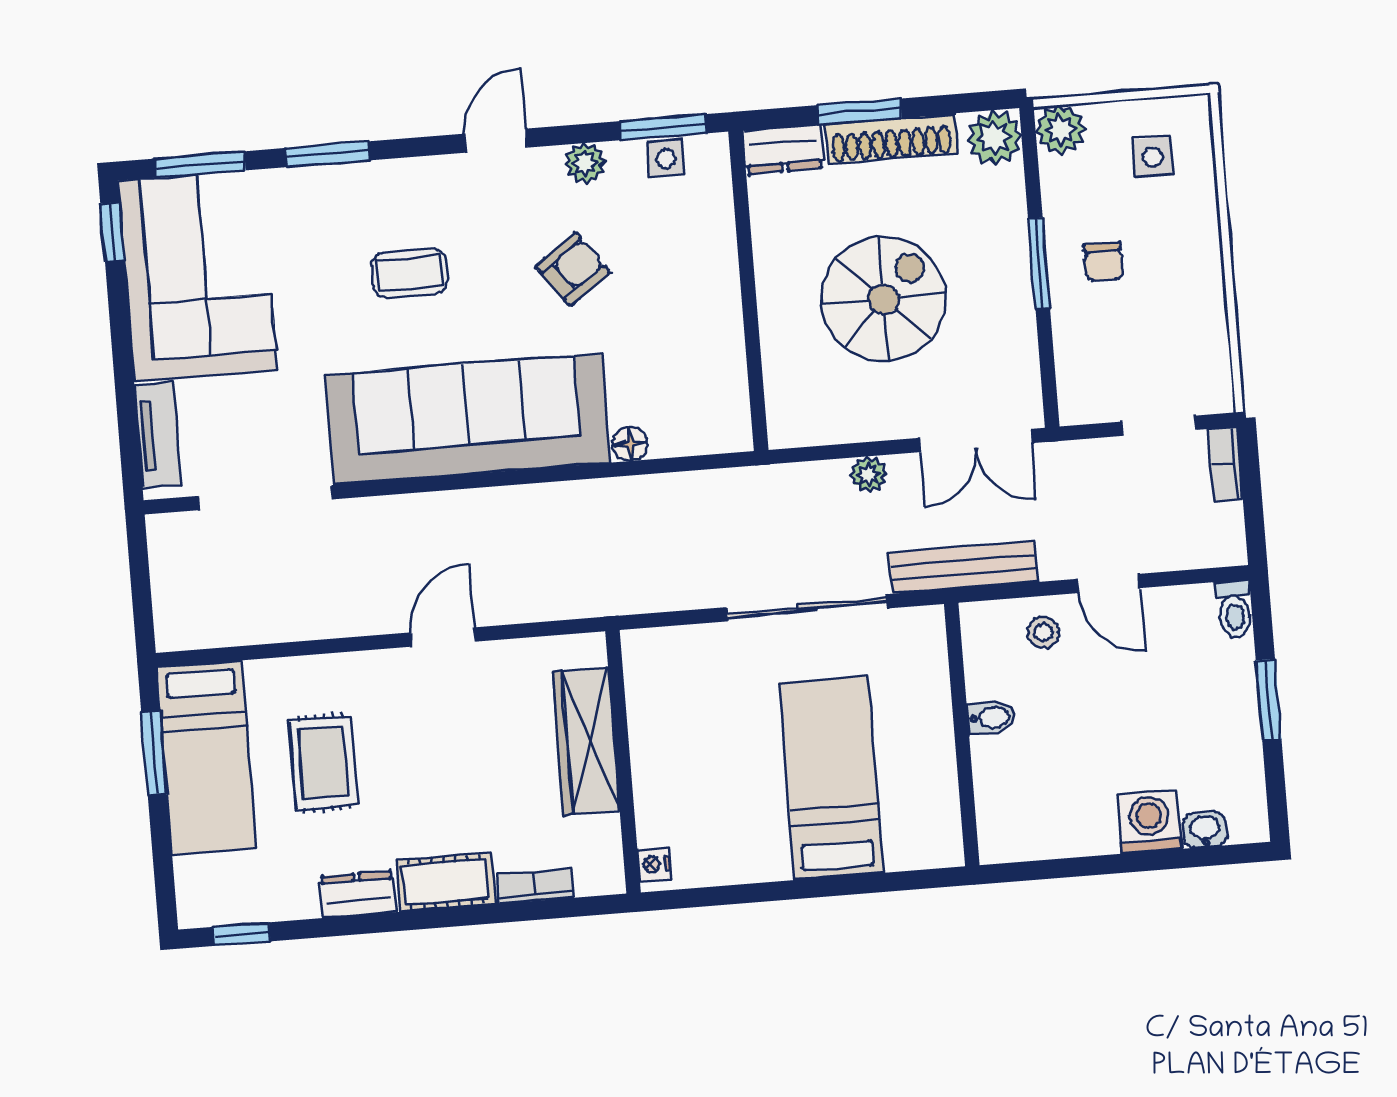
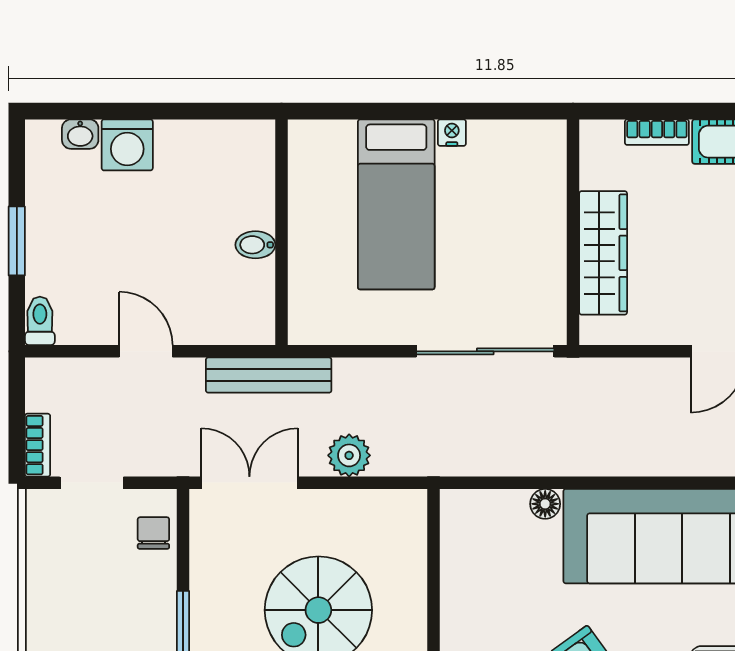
chair: (1103, 262) -> (153, 533), moved
plant: (869, 474) -> (349, 455), width x1.38, depth x1.38
sliding door: (807, 608) -> (485, 351), moved
stool: (1043, 632) -> (205, 314), removed
nightstand: (654, 864) -> (452, 133), moved, turned -90

